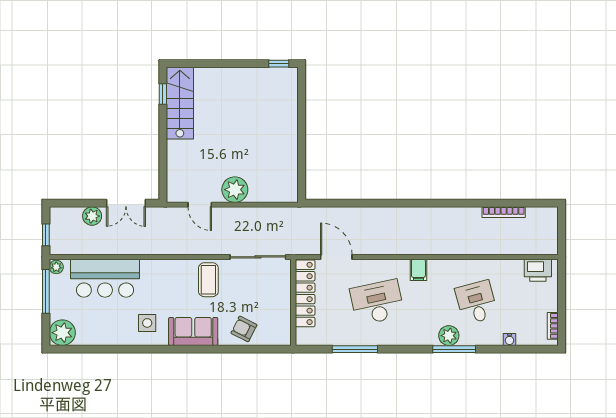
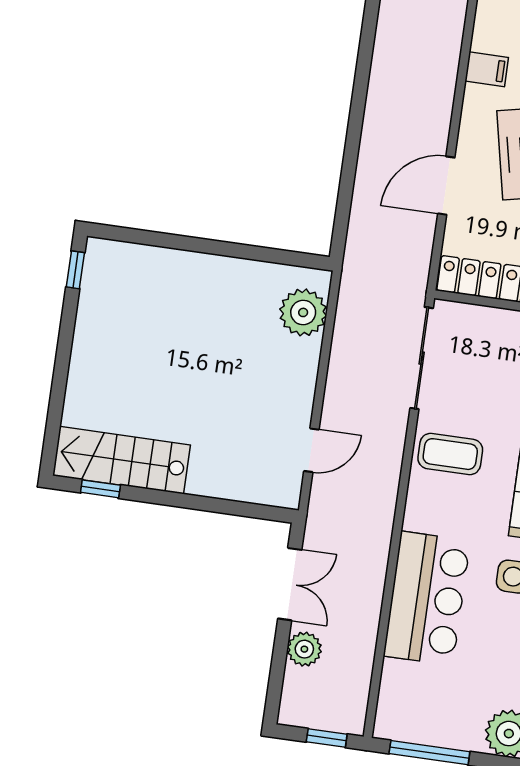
plant: (235, 190) -> (303, 312), moved
door: (336, 257) -> (446, 186), moved
plant: (56, 267) -> (388, 727), removed
bar counter: (105, 278) -> (427, 598), moved

